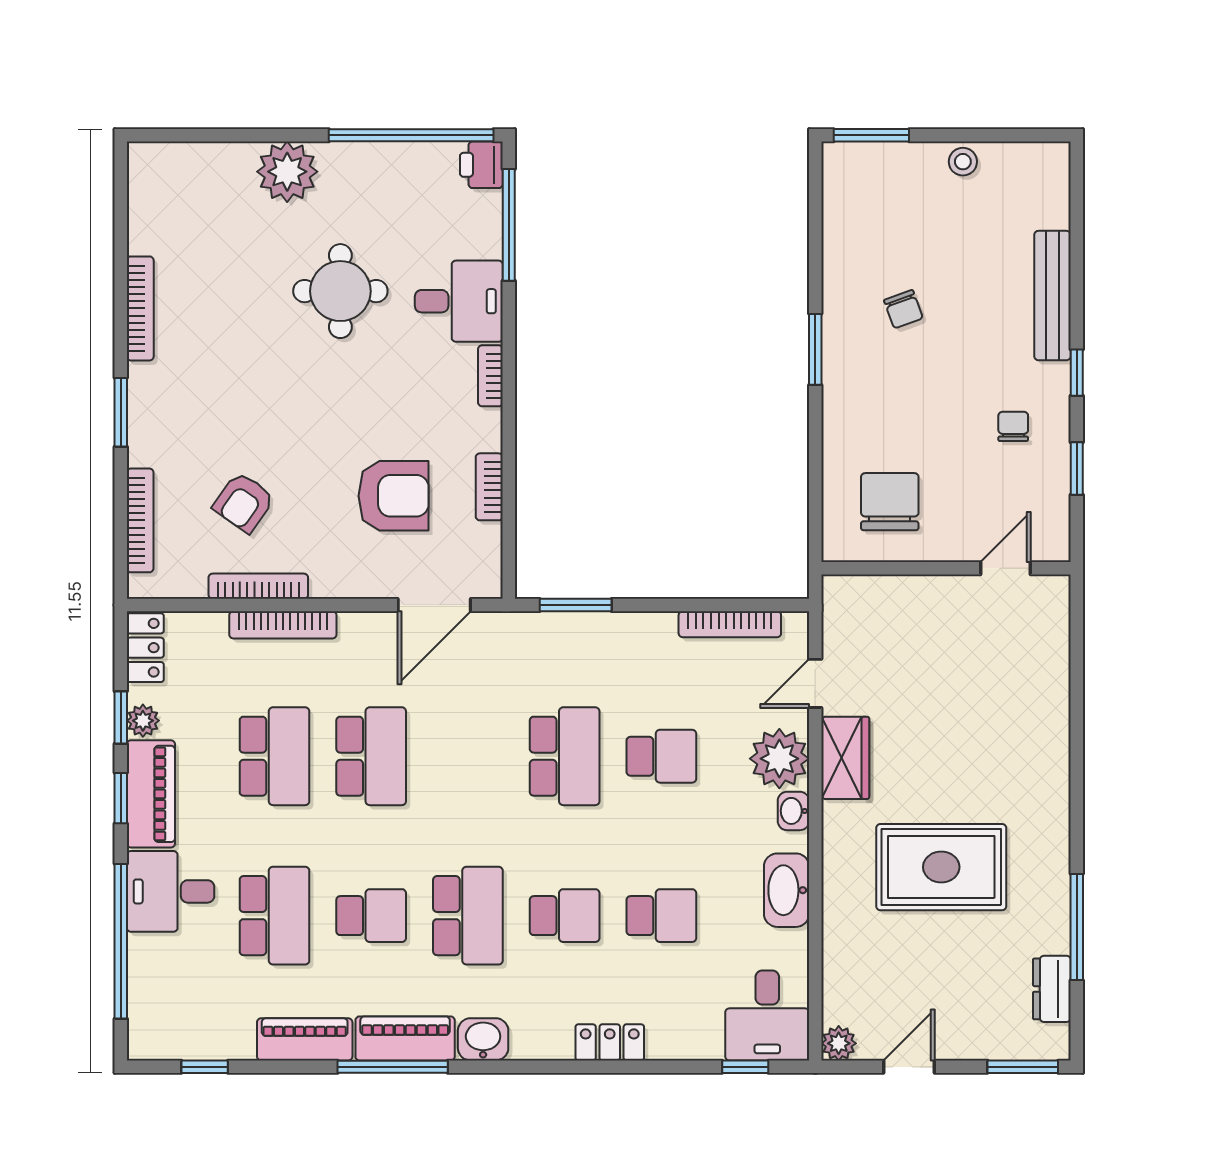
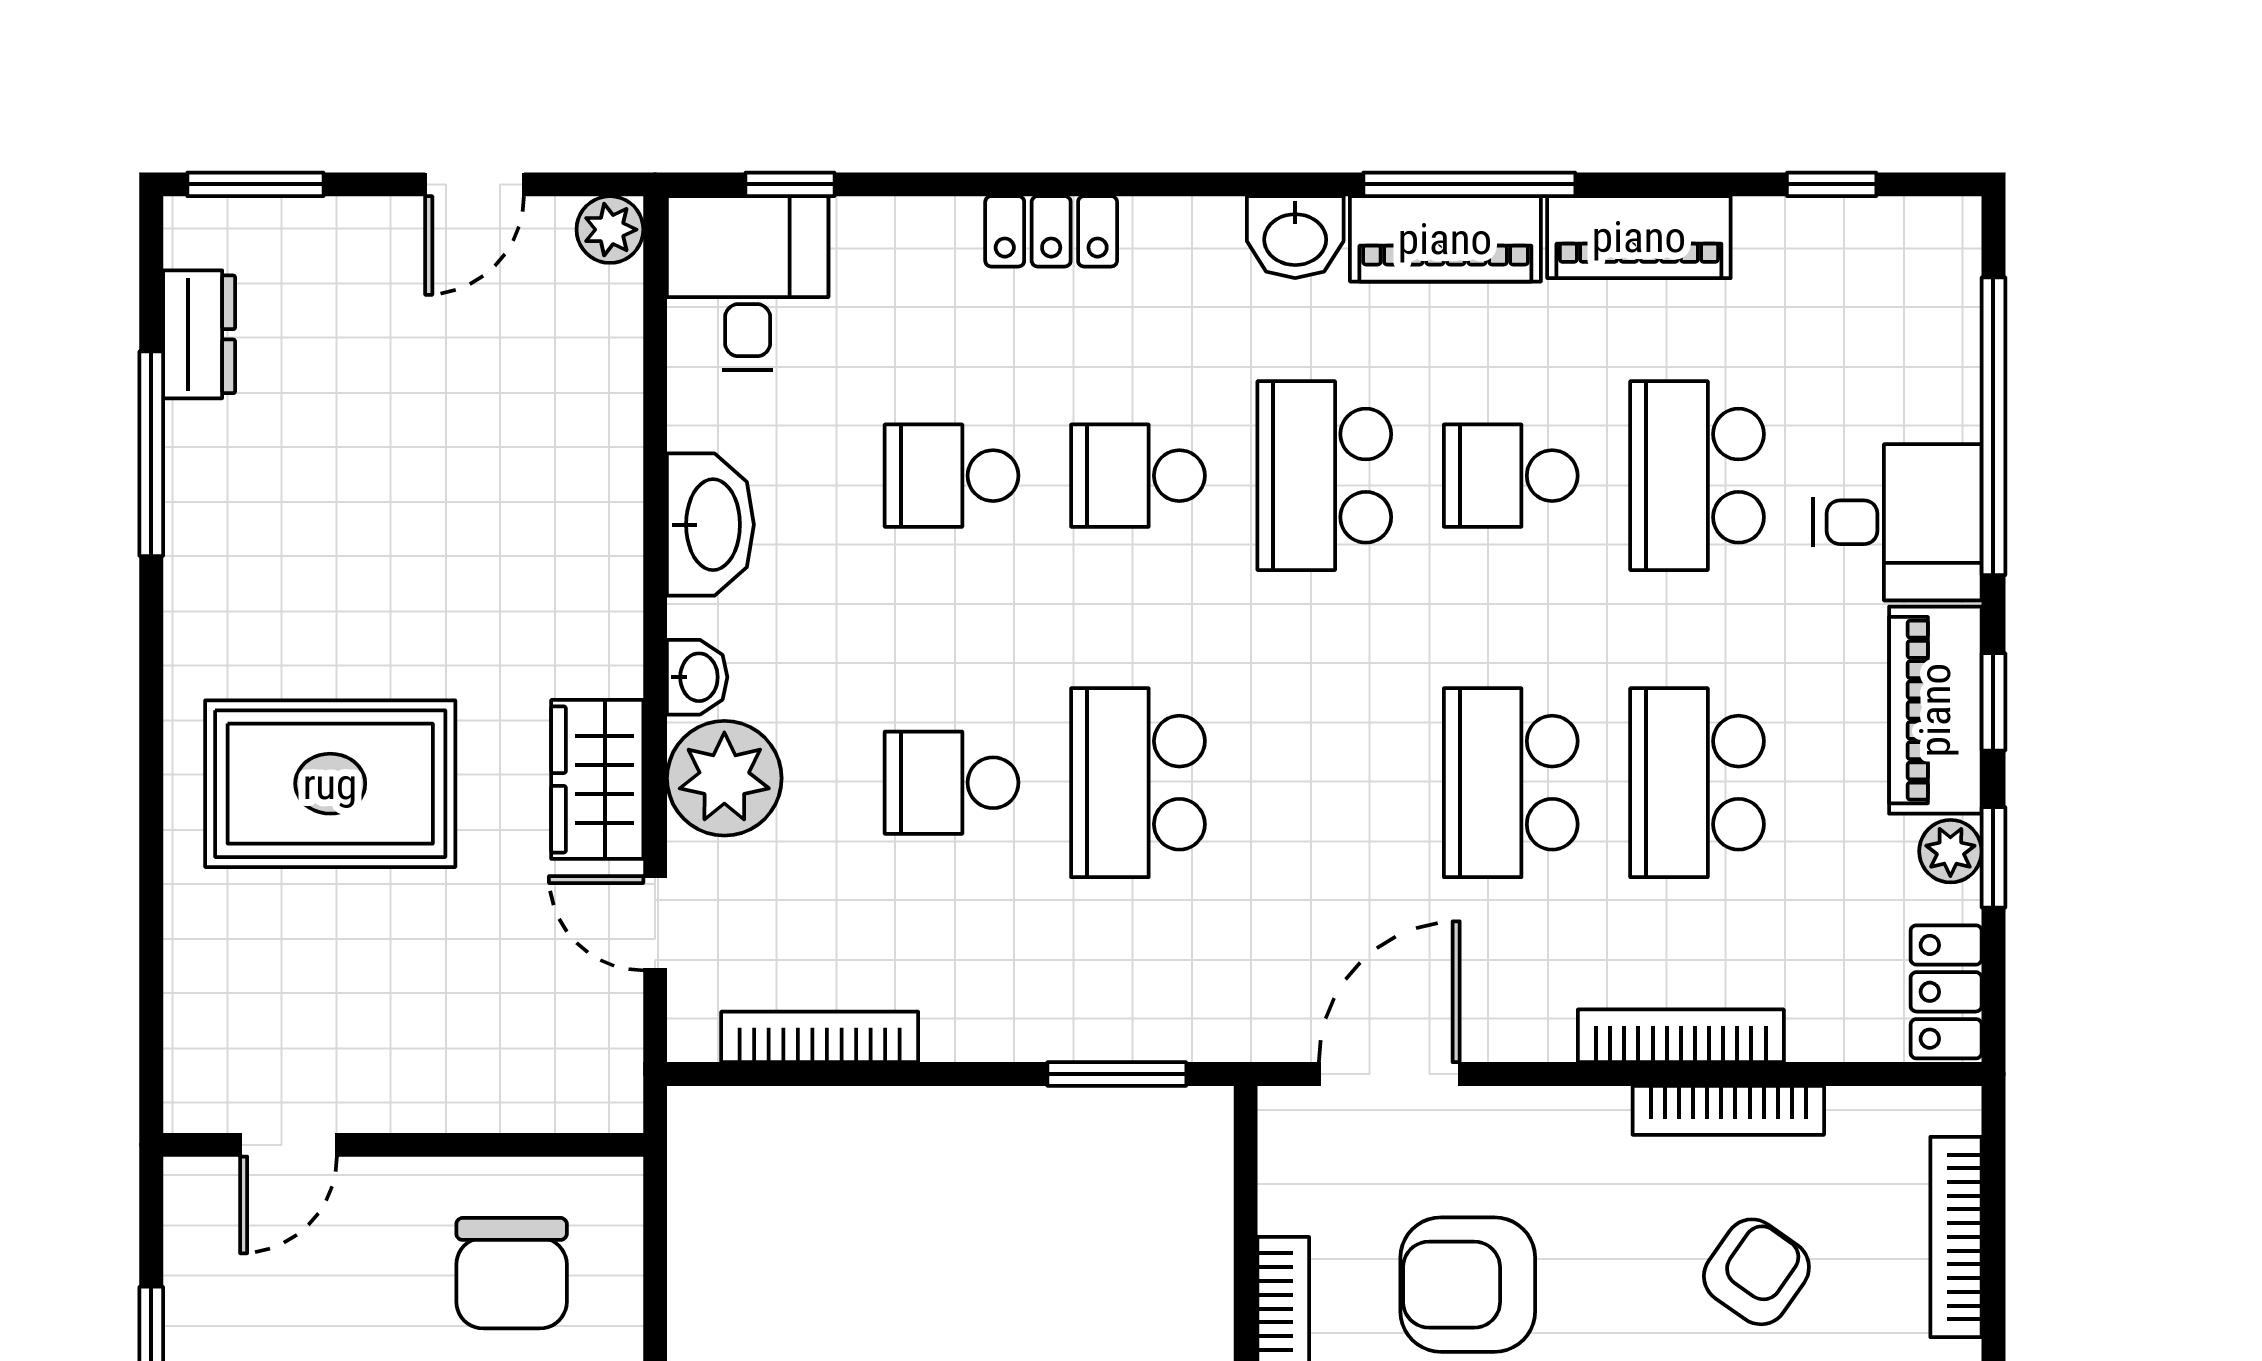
door: (815, 683) -> (655, 923), swing flipped
rug: (941, 867) -> (330, 784), moved

